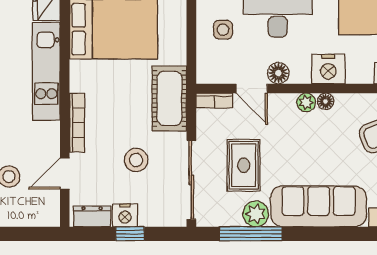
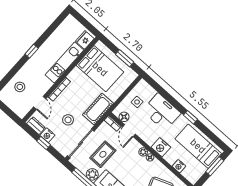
floor lamp: (278, 73) -> (124, 117), moved
door: (65, 173) -> (40, 103), swing flipped

